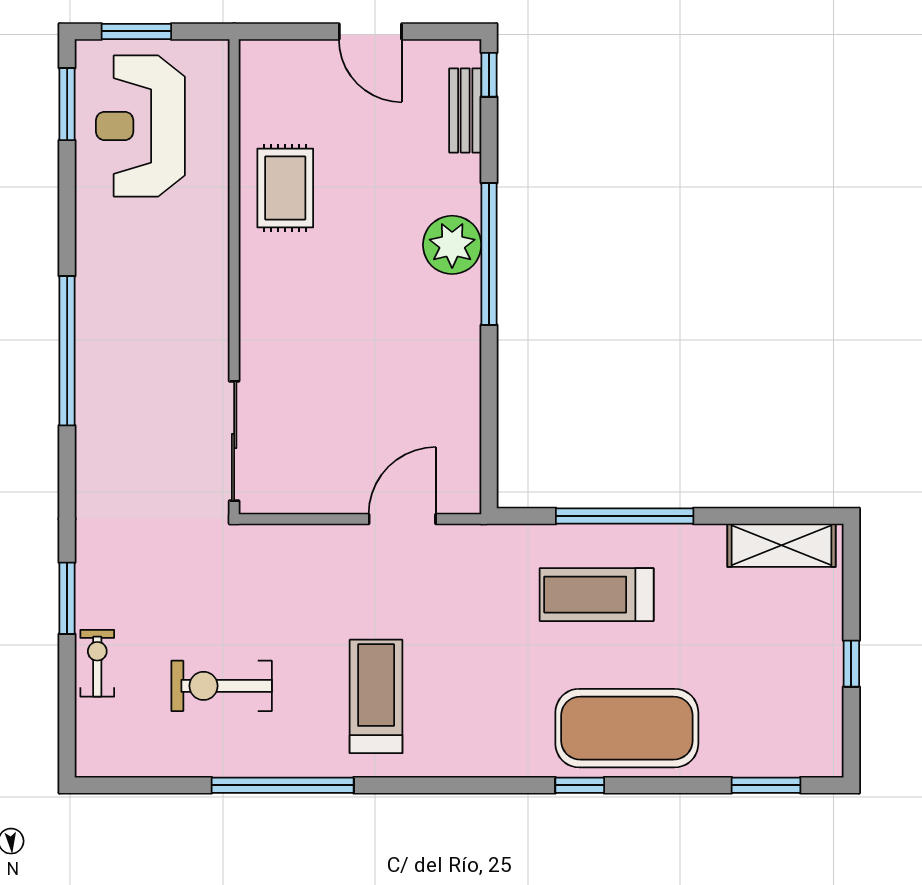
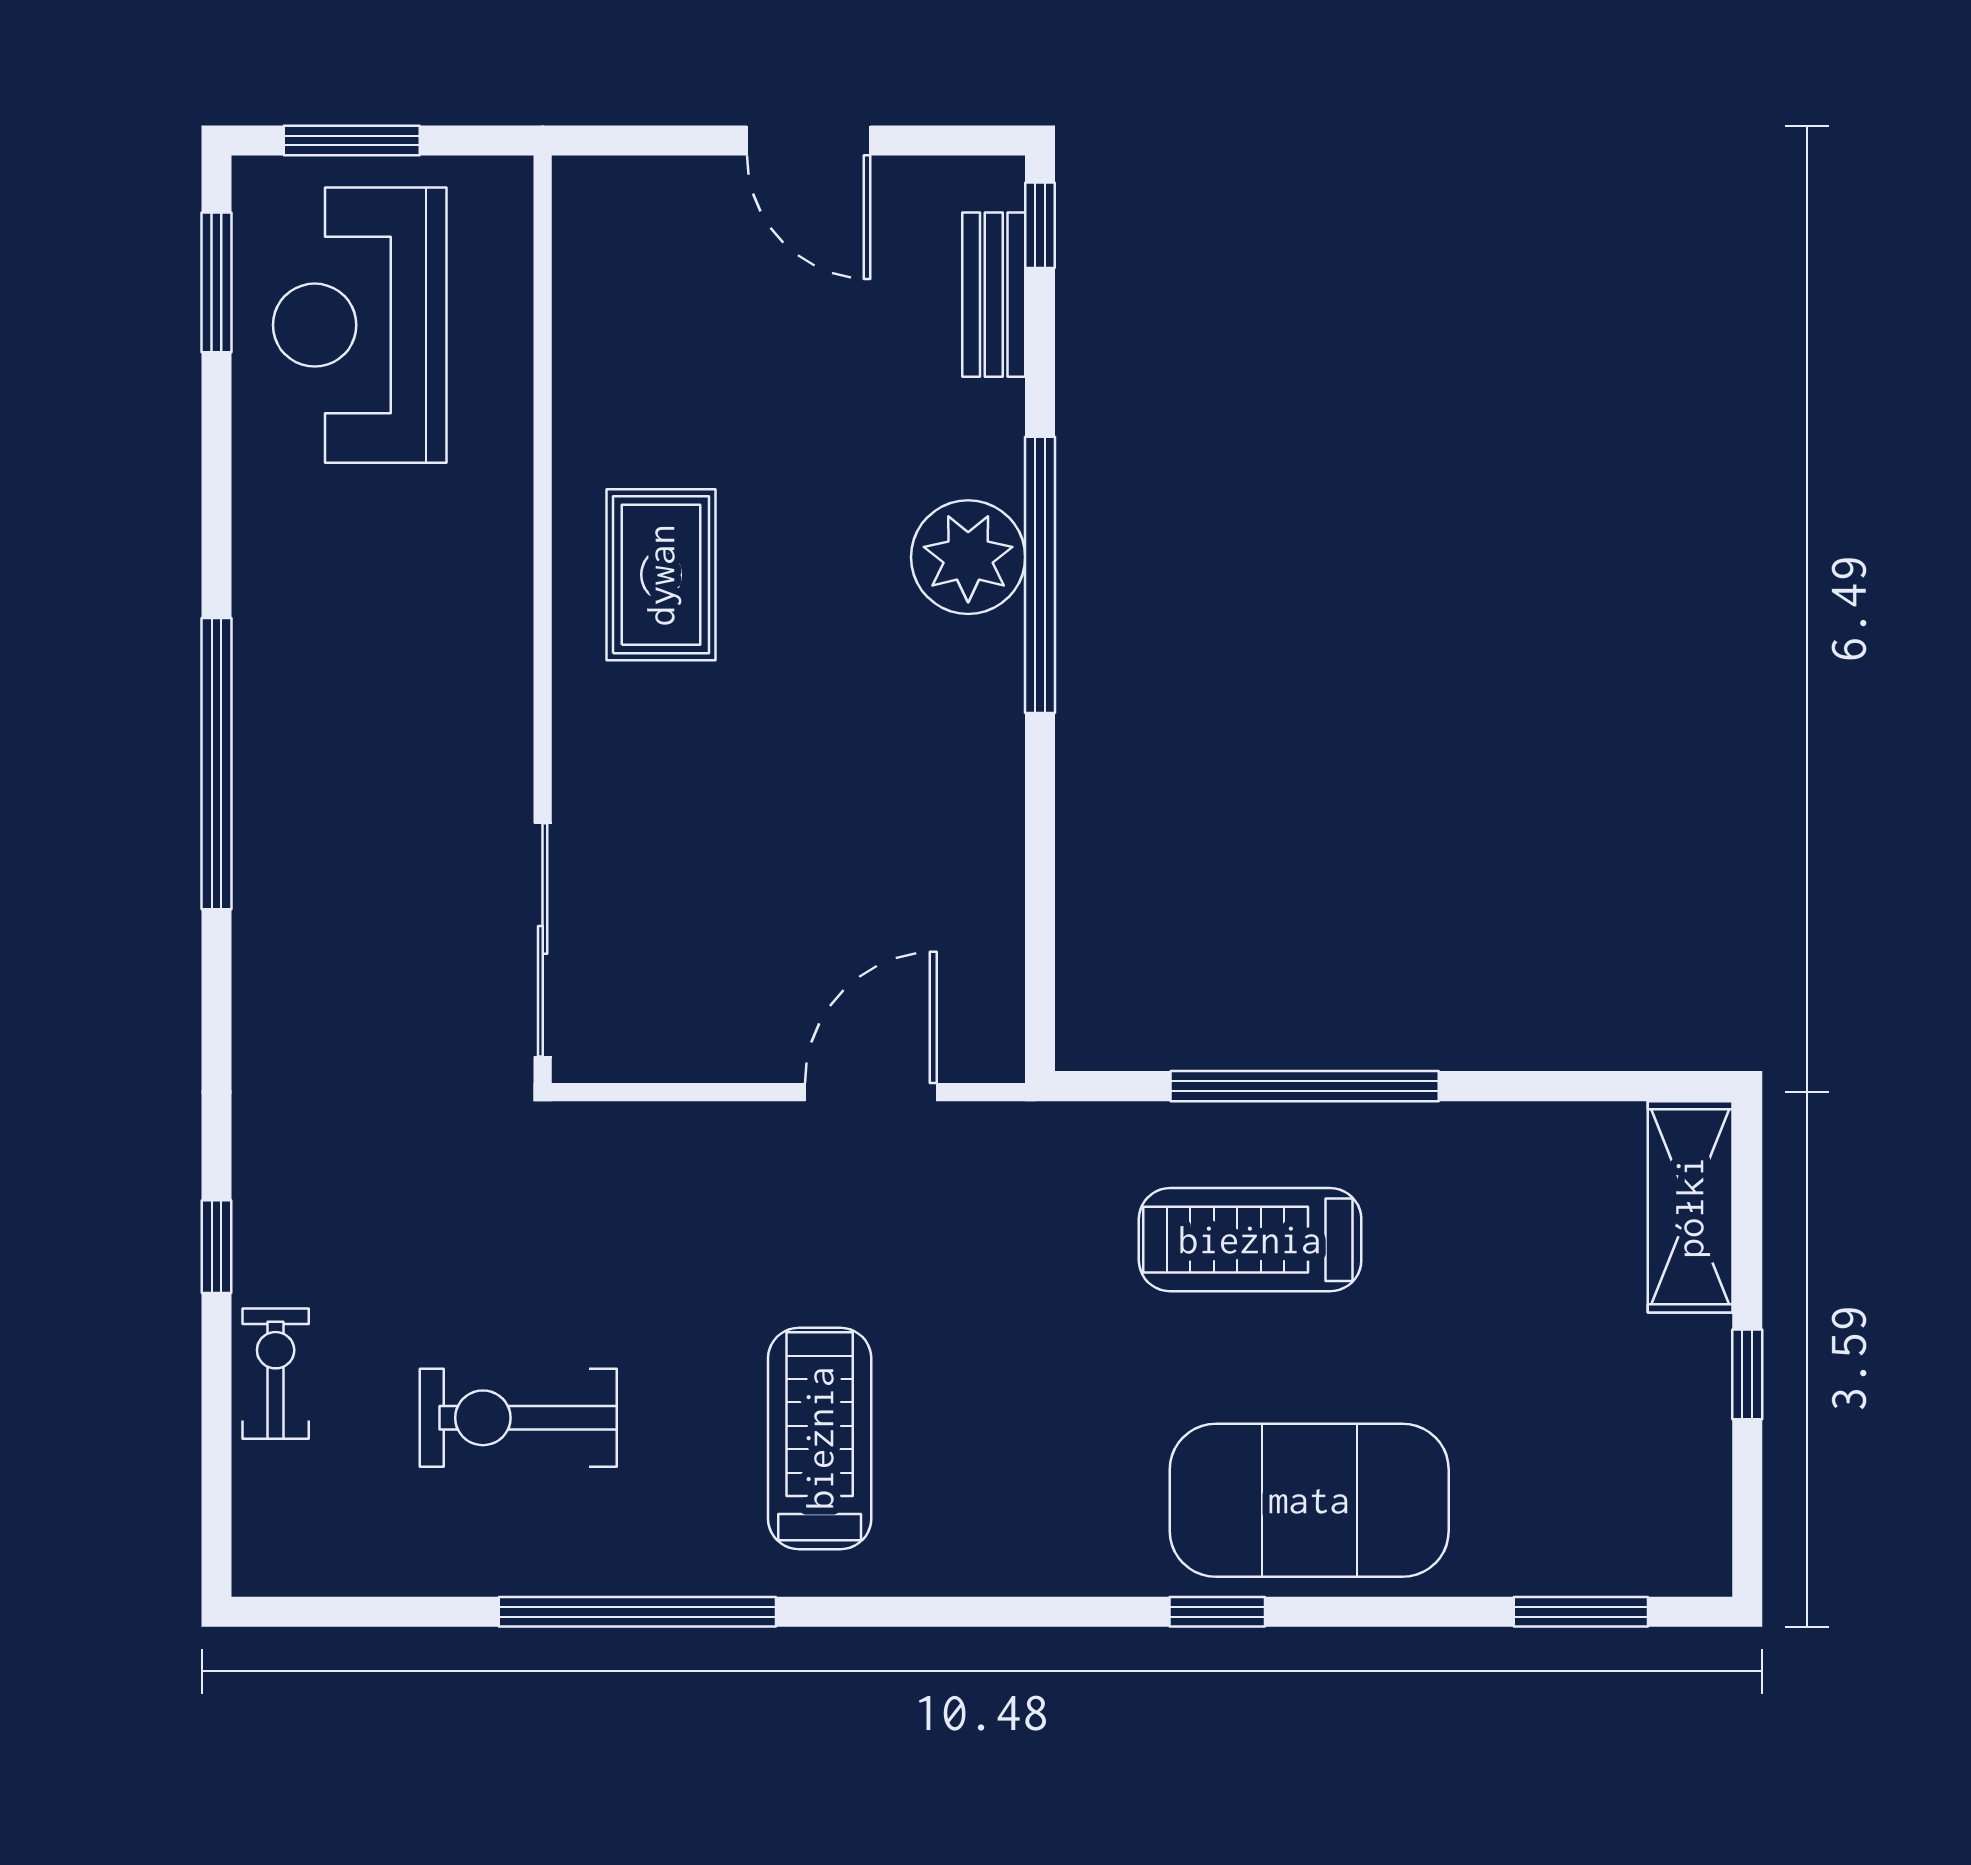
rug: (285, 188) -> (661, 575), moved
shelving: (781, 545) -> (1690, 1207), moved, turned 90
window: (67, 598) -> (217, 1247), width x0.67

